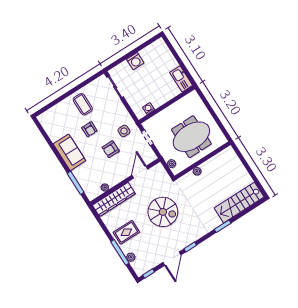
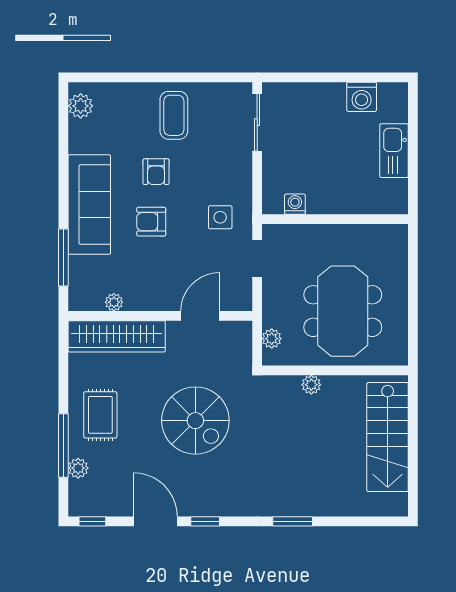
washing machine: (135, 61) -> (362, 97), moved
kitchen sink: (181, 79) -> (394, 151), moved
plant: (46, 123) -> (81, 106), added
meeting table: (191, 137) -> (343, 311), turned 90
armchair: (111, 149) -> (151, 222), moved
sofa: (69, 152) -> (89, 205), width x1.36
stairs: (239, 202) -> (388, 437), moved, turned -90
rug: (126, 232) -> (100, 415), turned 90
door: (172, 259) -> (155, 521), swing flipped

